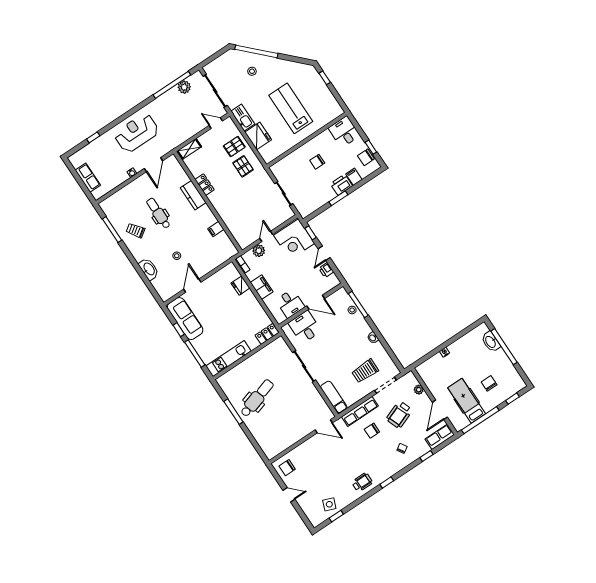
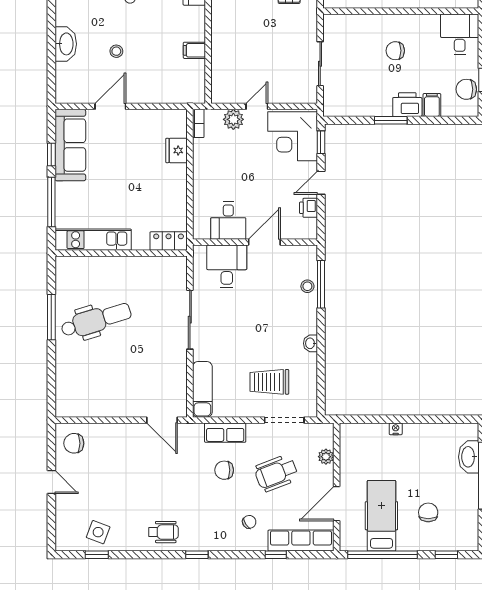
filing cabinet: (262, 287) -> (204, 172), removed
door: (316, 302) -> (264, 242), swing flipped
row of seats: (360, 411) -> (225, 433), width x0.68
row of seats: (440, 437) -> (301, 541), width x1.48

